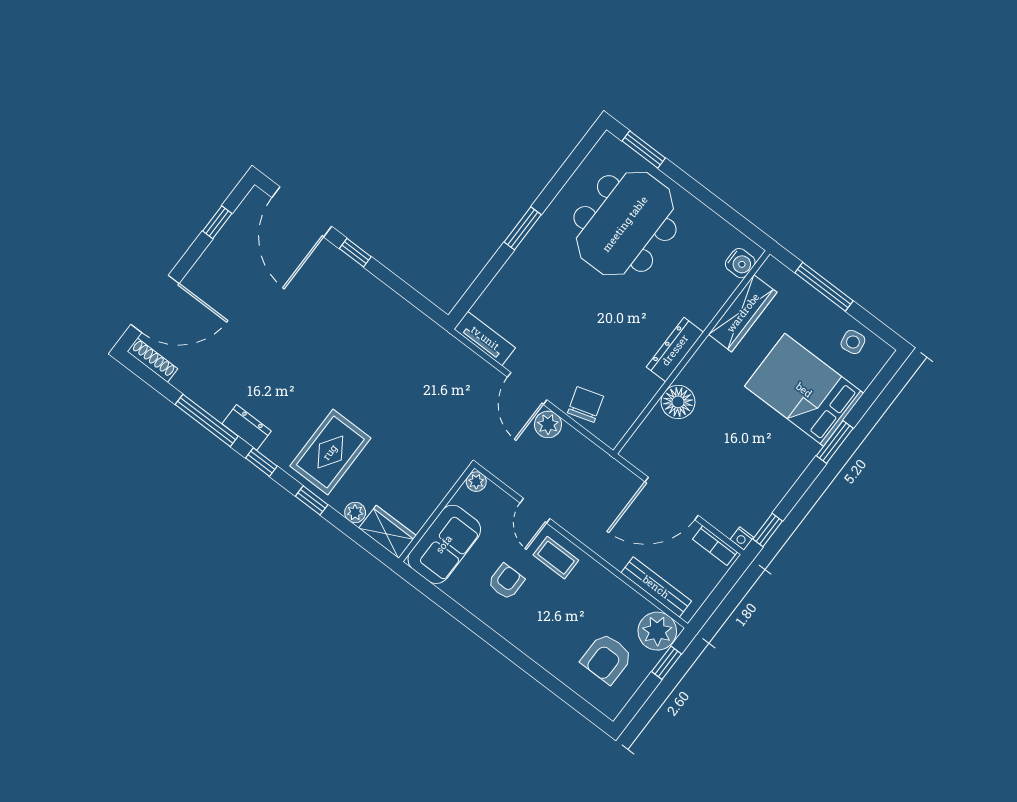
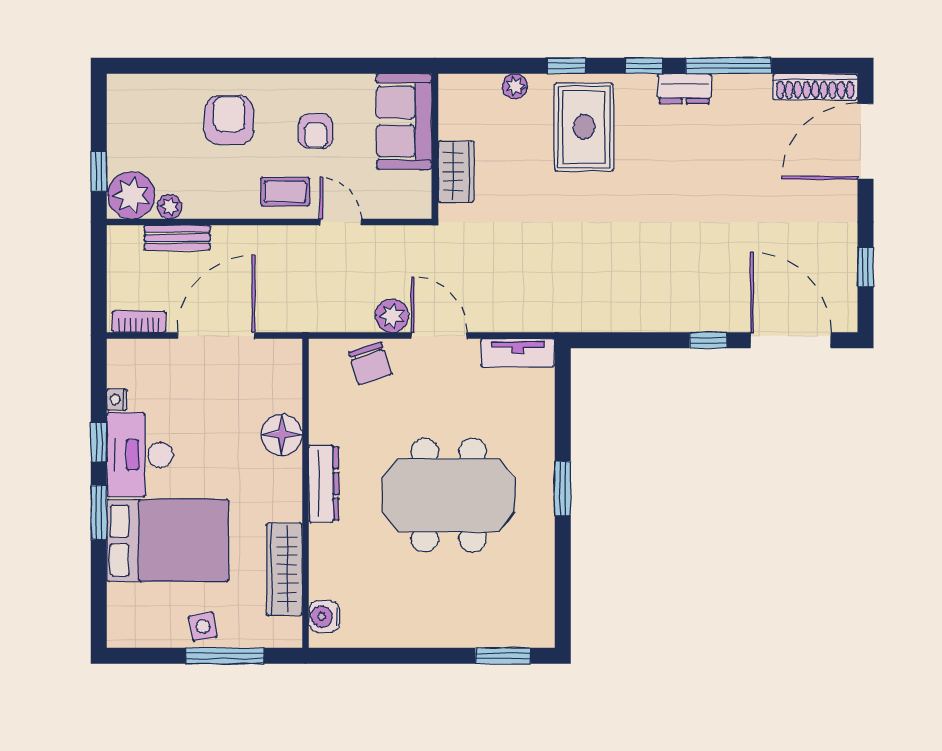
meeting table: (625, 224) -> (449, 495), moved, turned 90
side table: (853, 342) -> (203, 627), moved
shoe rack: (152, 360) -> (815, 87), width x1.36, depth x1.24
desk: (780, 459) -> (140, 455), added
plant: (476, 482) -> (170, 207), moved
window: (768, 530) -> (99, 442), moved
wardrobe: (387, 532) -> (456, 172), moved, turned -90
nightstand: (742, 538) -> (117, 400), moved, turned -90
bench: (656, 587) -> (177, 238), width x0.73
armchair: (607, 658) -> (229, 120), moved

